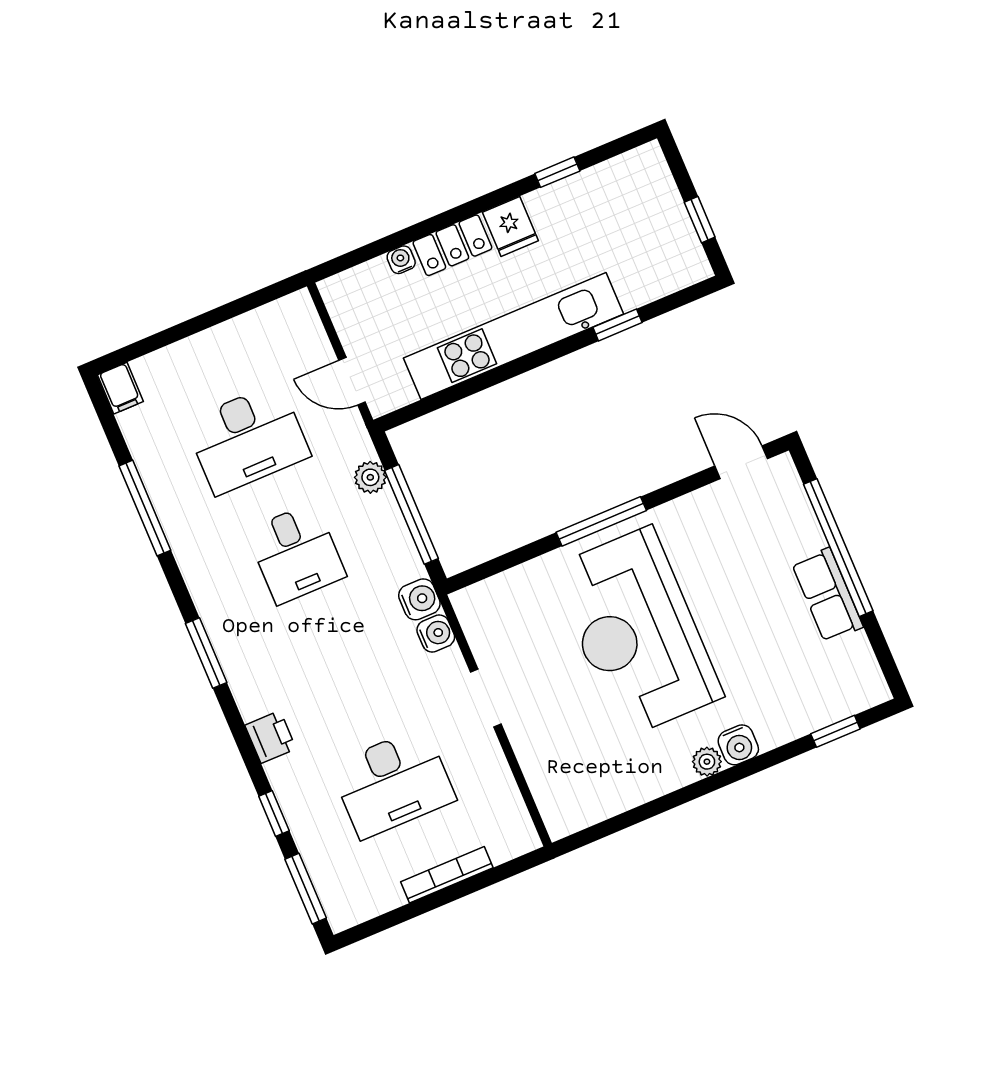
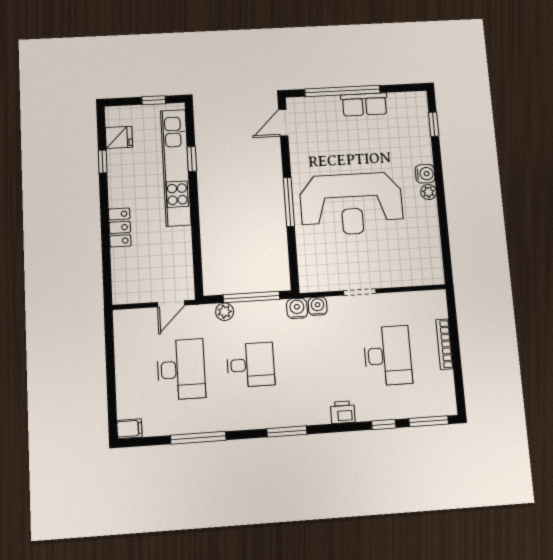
fridge: (510, 226) -> (119, 137), moved
water cooler: (401, 260) -> (117, 256), removed
kitchen unit: (514, 336) -> (176, 167), moved

